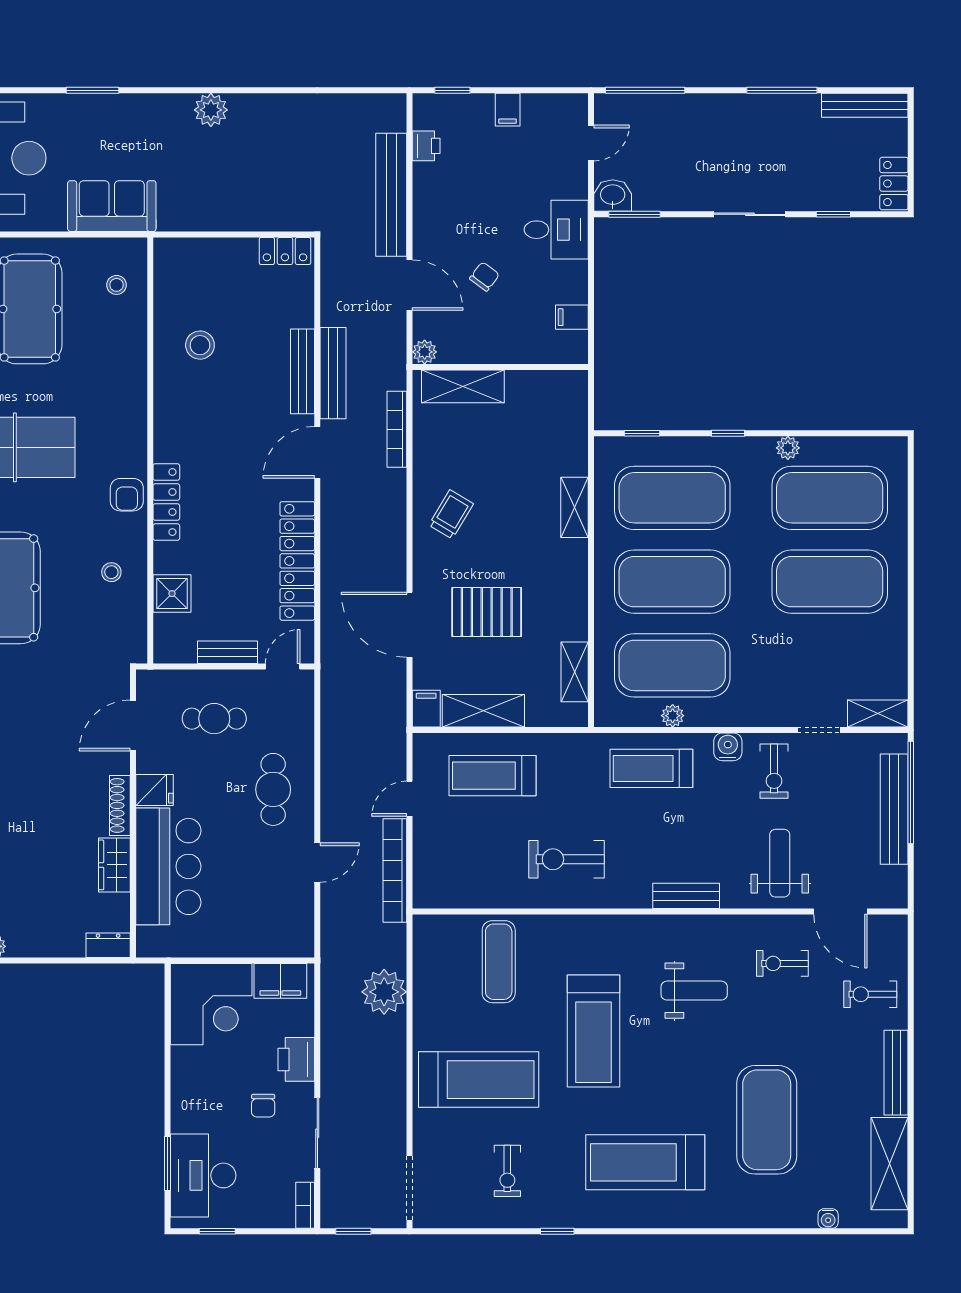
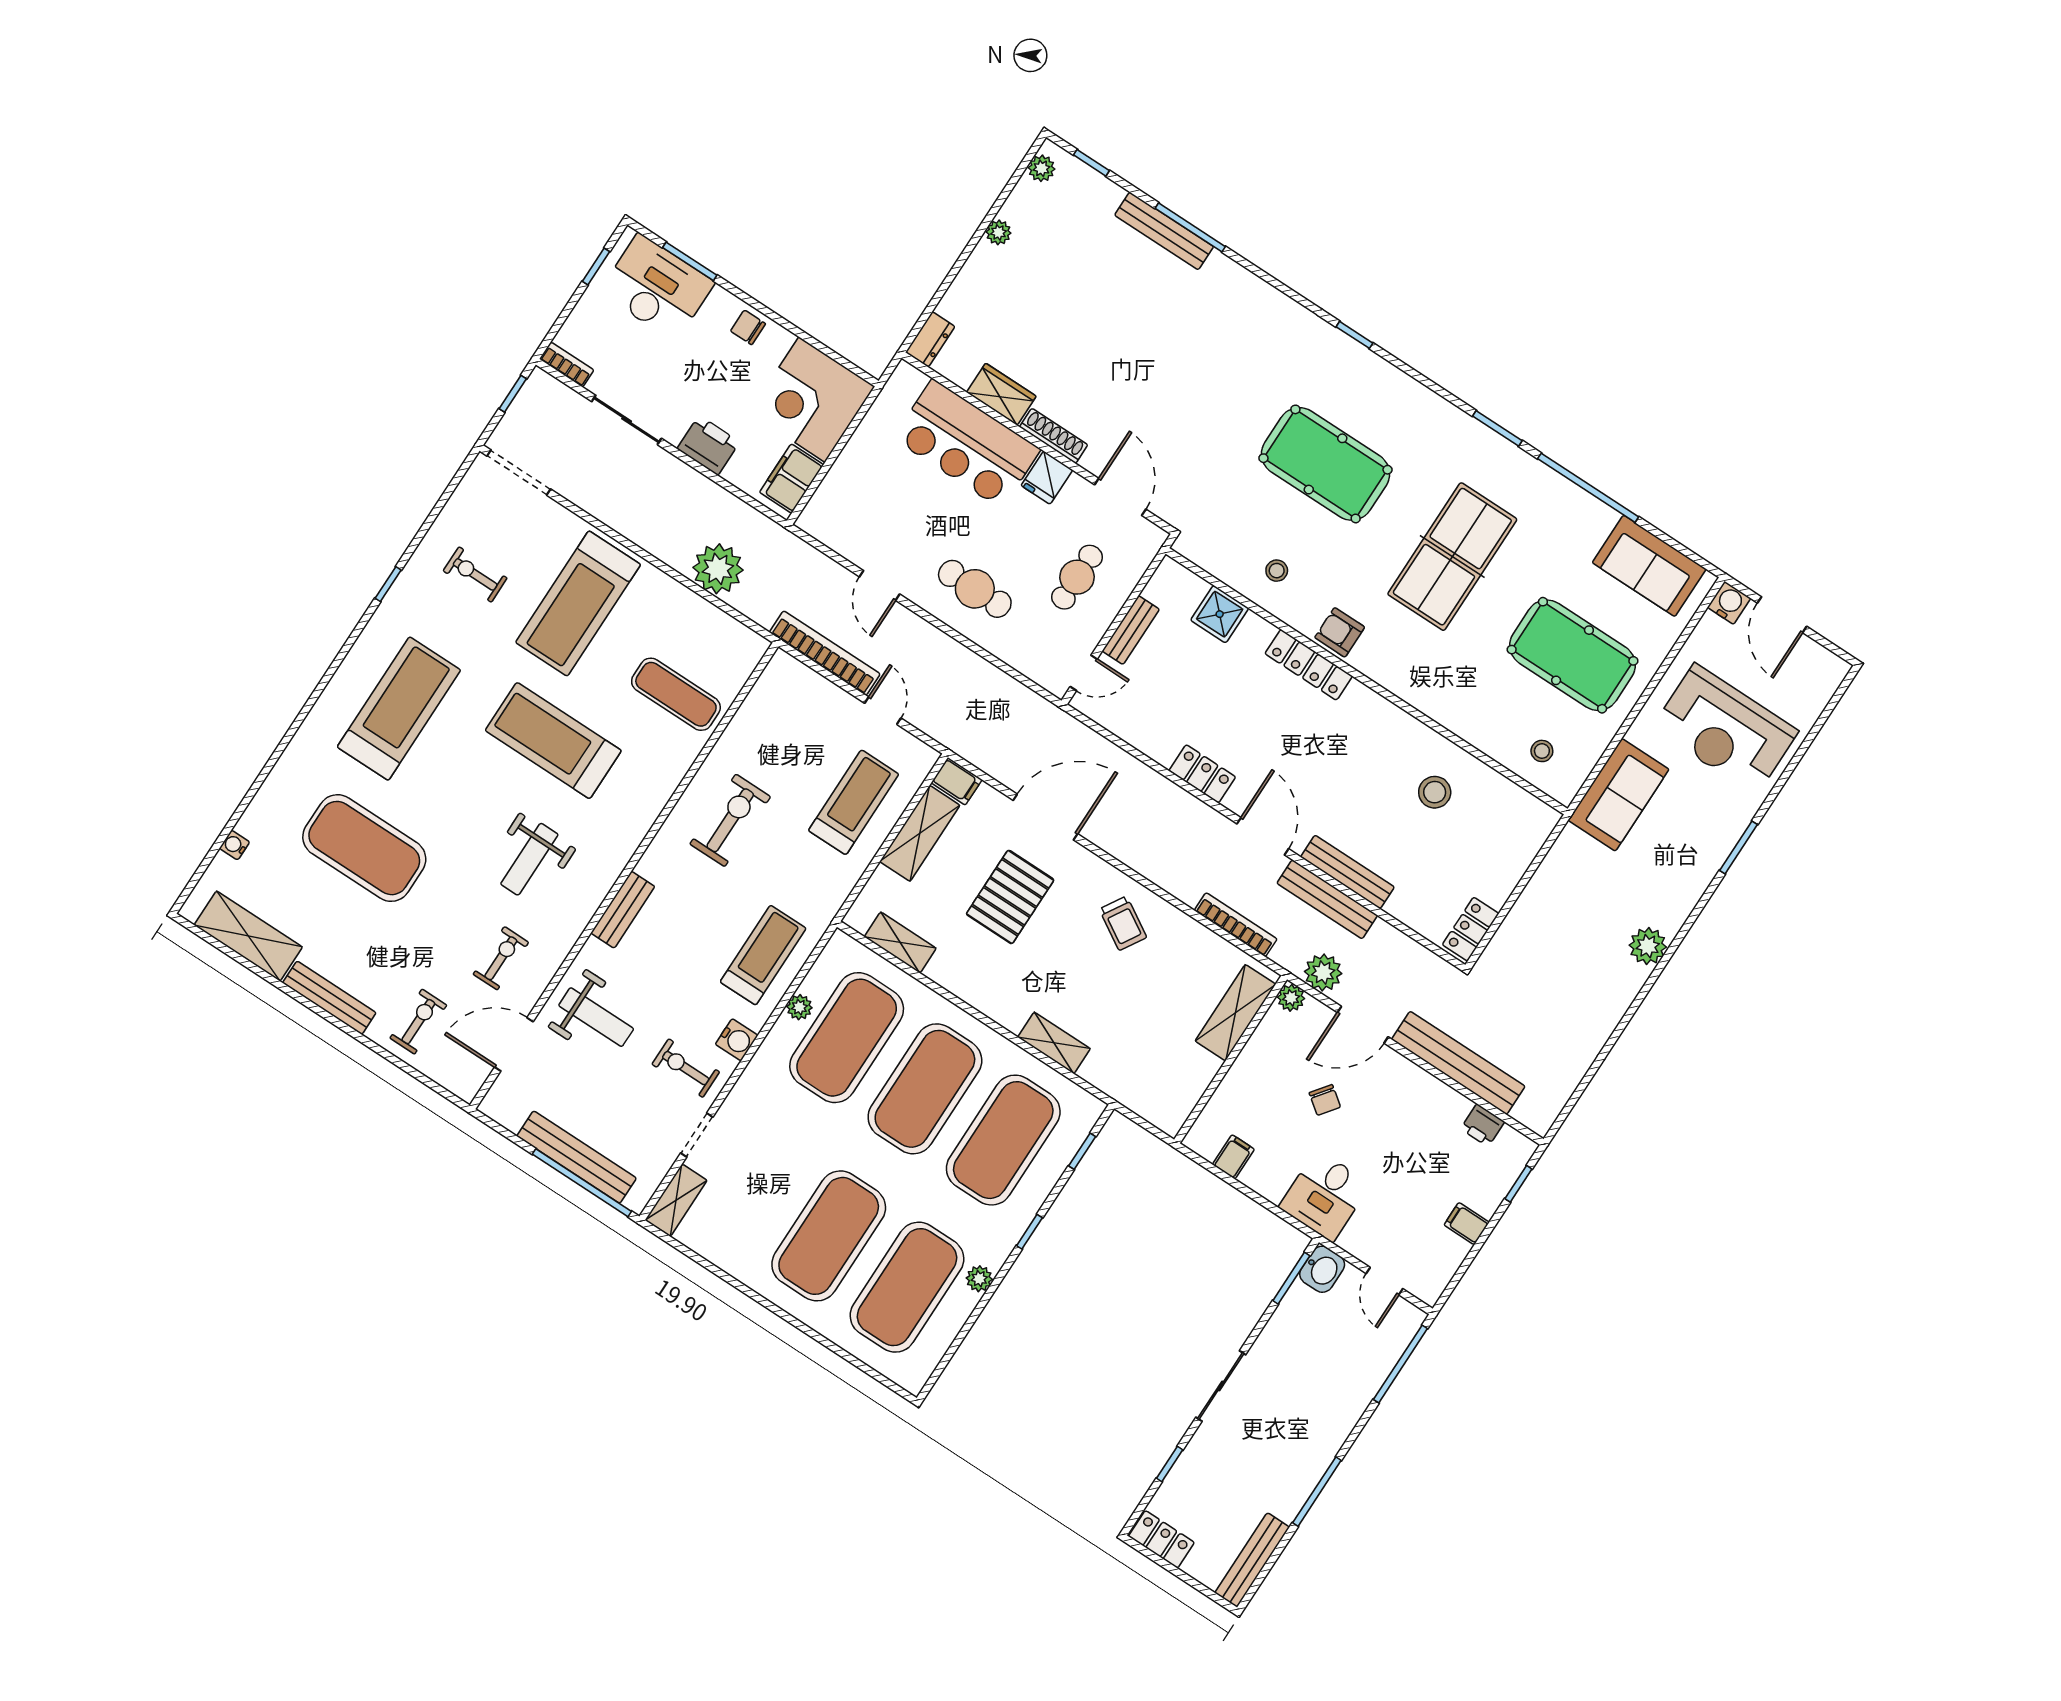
plant: (390, 340) -> (1323, 973), added
locker: (297, 561) -> (1202, 774), width x0.46, depth x0.83
door: (283, 667) -> (1084, 673), hinge flipped
chair: (263, 1106) -> (748, 327), moved

